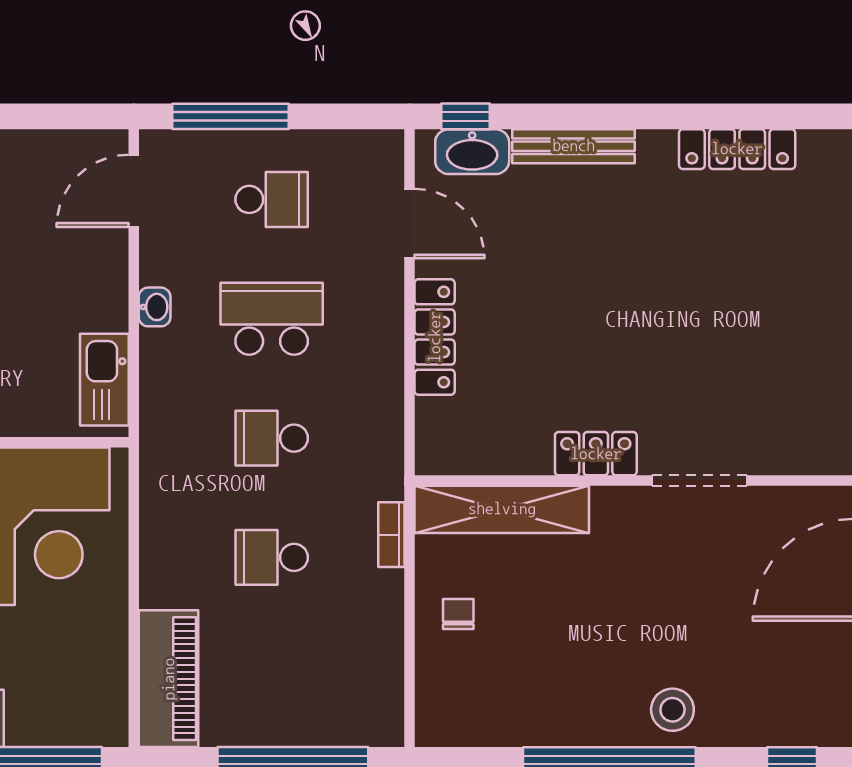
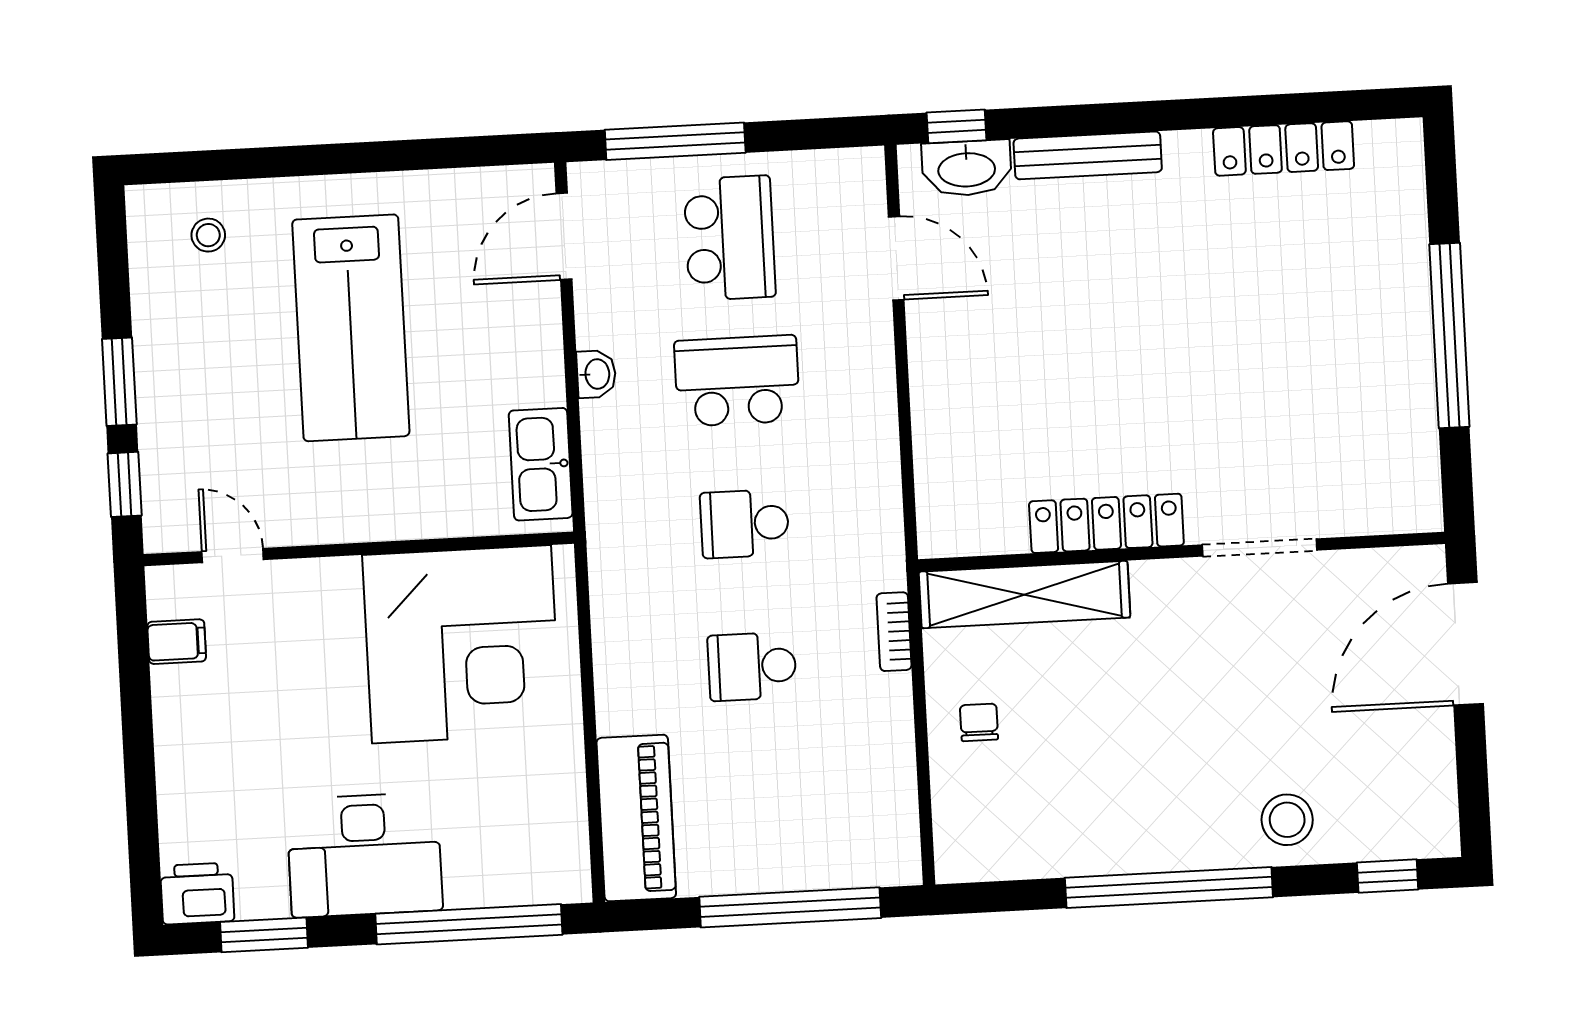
school desk: (272, 199) -> (730, 238), width x1.85
locker: (435, 337) -> (933, 392), removed
locker: (596, 454) -> (1106, 523), width x1.53
stool: (672, 710) -> (1287, 820), moved

